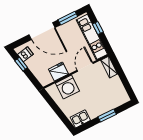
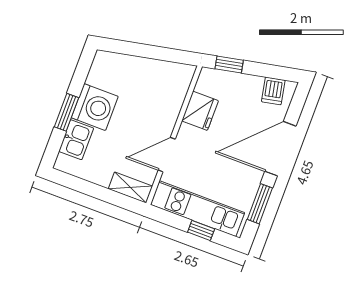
window: (21, 64) -> (229, 65), moved
door: (85, 67) -> (167, 155), swing flipped
washing machine: (67, 87) -> (95, 107), moved, turned 180
kitchen sink: (80, 119) -> (76, 140), moved

